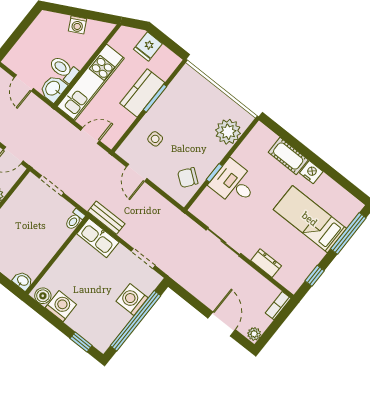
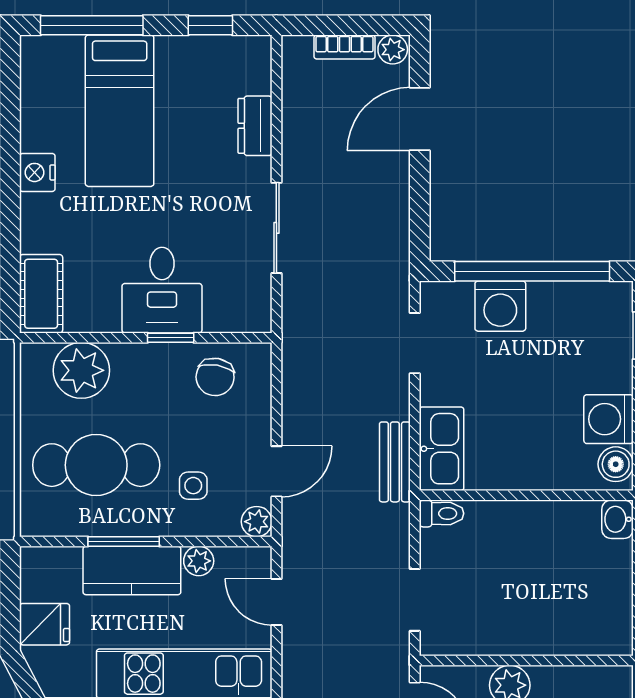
cafe table: (190, 110) -> (96, 465), added
plant: (127, 119) -> (199, 561), added
plant: (124, 151) -> (257, 522), added
cot: (288, 156) -> (41, 294), moved
chair: (188, 178) -> (215, 377), turned 63
bookcase: (278, 306) -> (344, 47), moved

